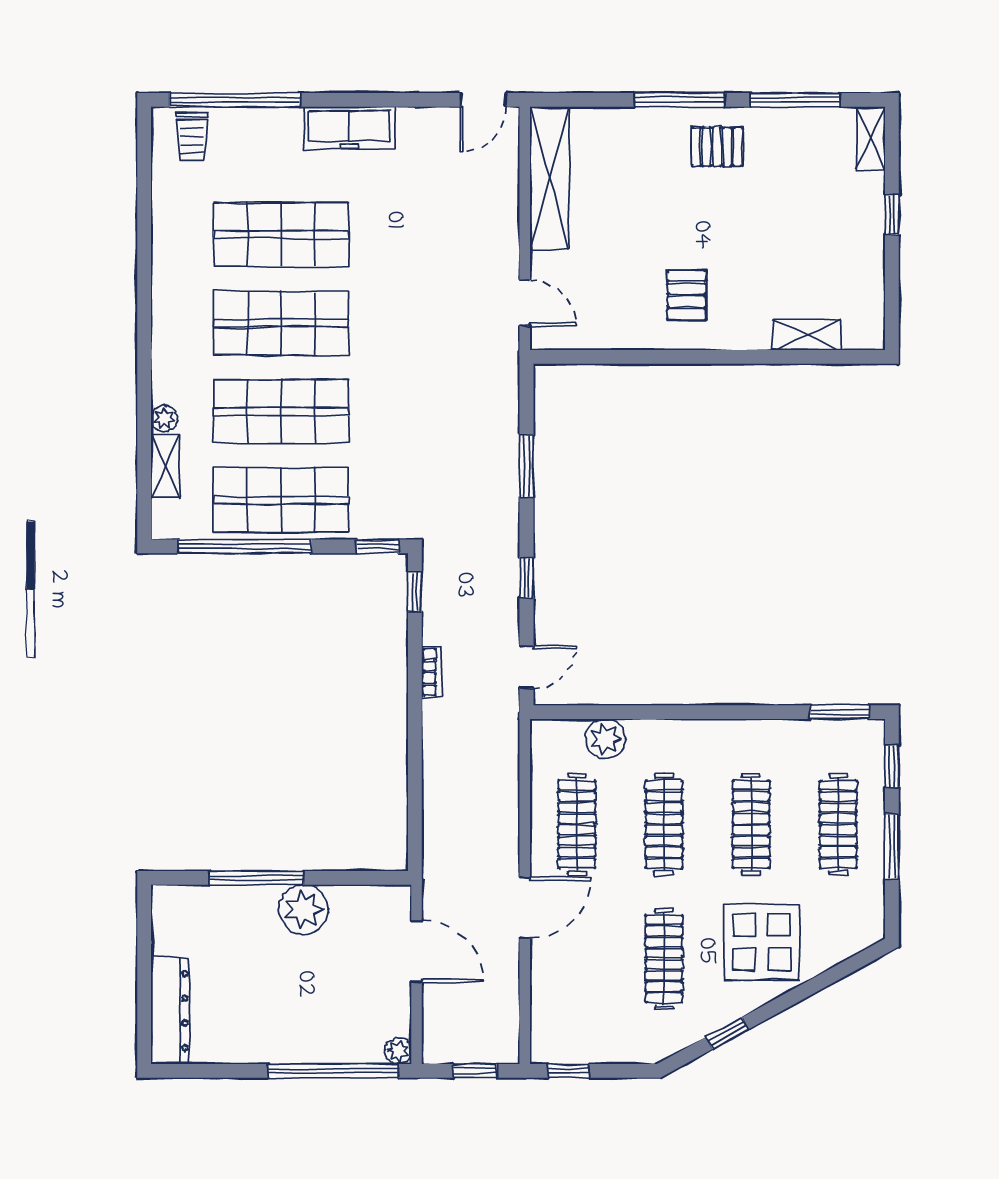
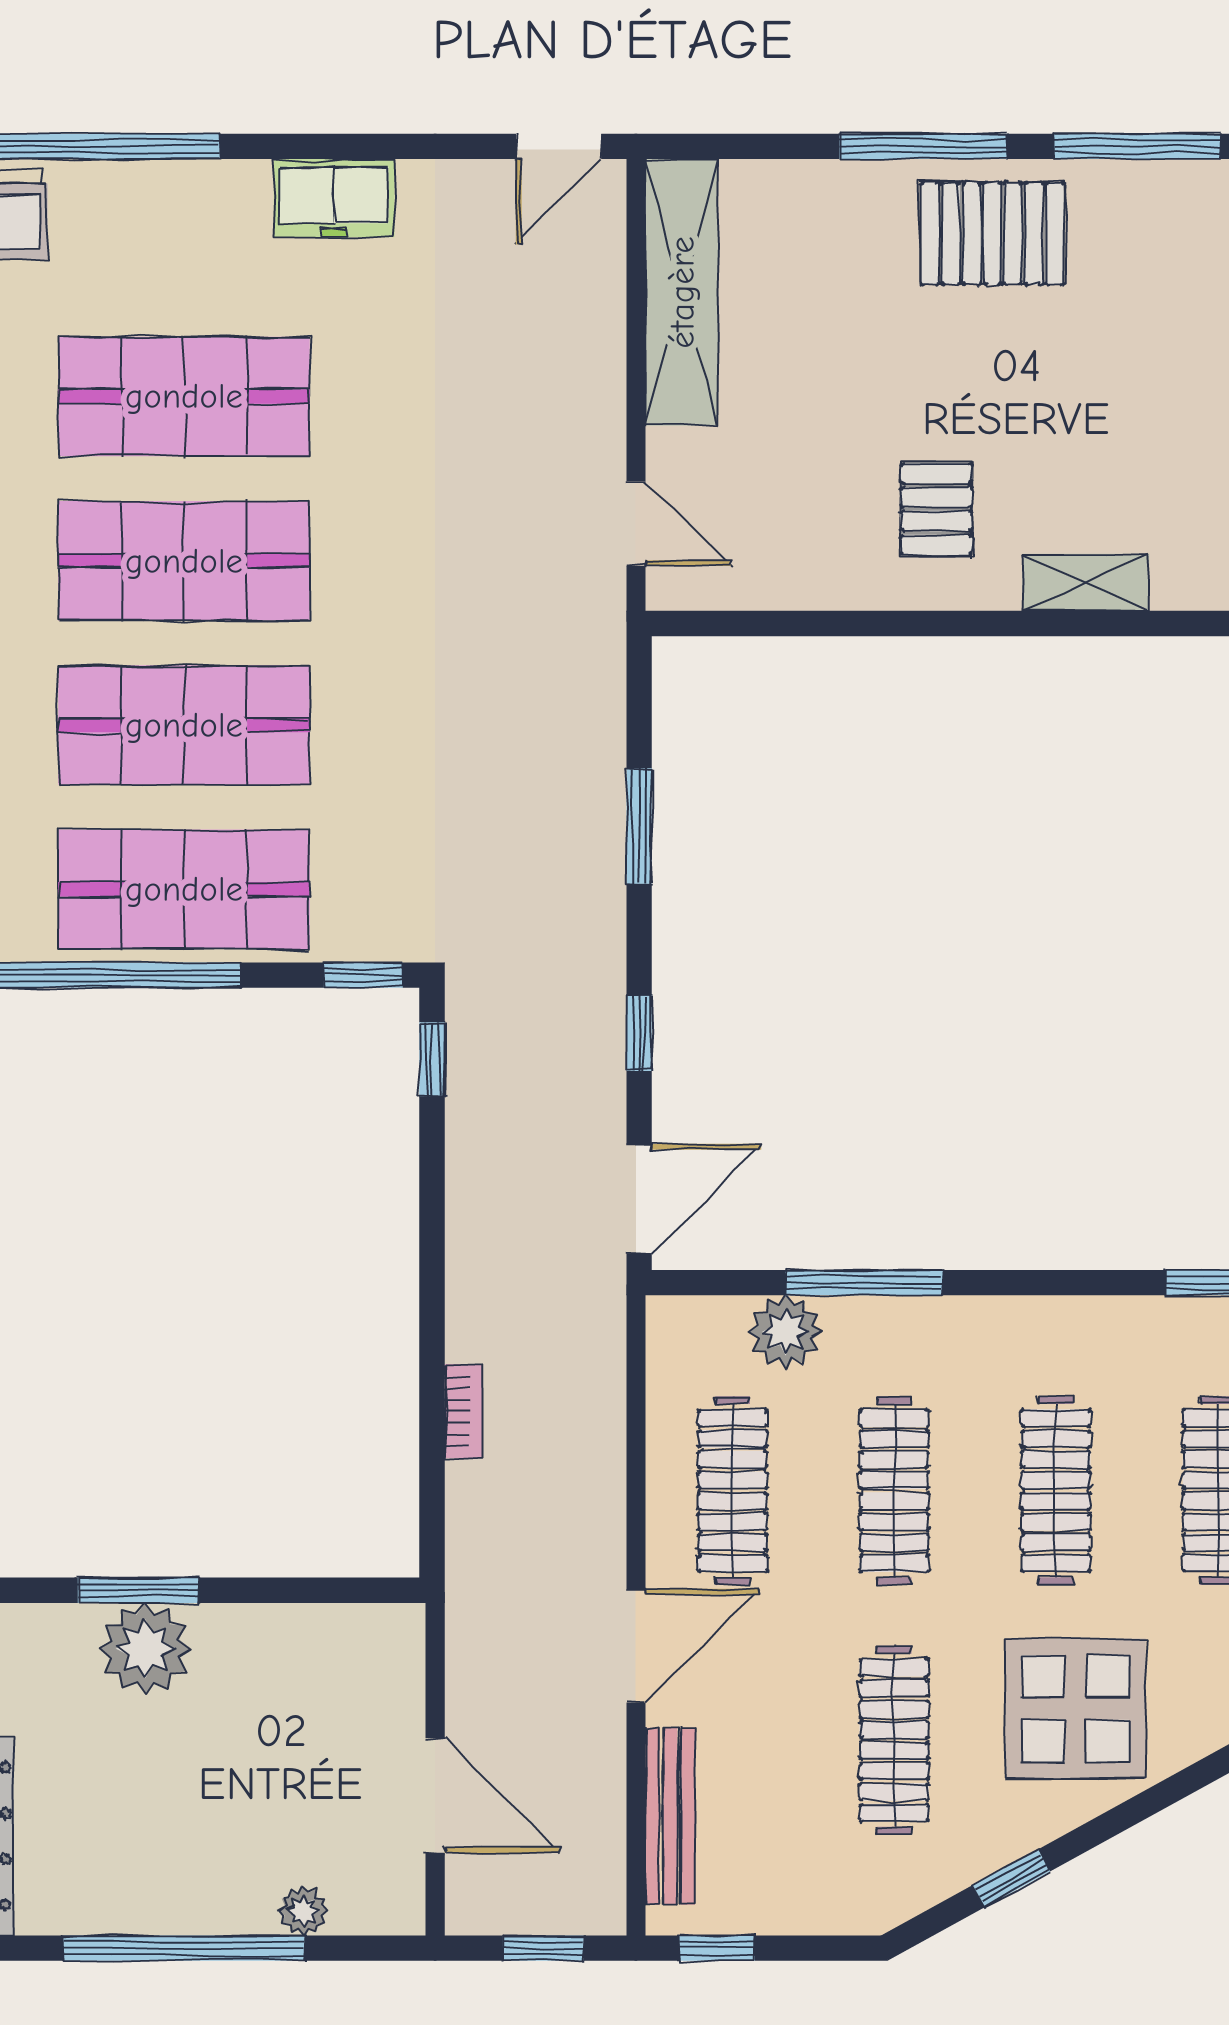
freezer: (349, 128) -> (334, 198), width x0.71
pallet: (717, 147) -> (992, 234), width x1.50, depth x1.42
shelving: (807, 335) -> (1086, 582), moved
door: (527, 667) -> (639, 1199), width x1.38
bookcase: (432, 672) -> (463, 1411), moved
window: (648, 712) -> (864, 1283), added
window: (257, 878) -> (138, 1590), width x0.69
plant: (304, 909) -> (145, 1649), moved
door: (417, 952) -> (435, 1796), moved
bench: (543, 1000) -> (670, 1816), added
plant: (398, 1051) -> (303, 1911), moved
window: (333, 1071) -> (184, 1948), moved

